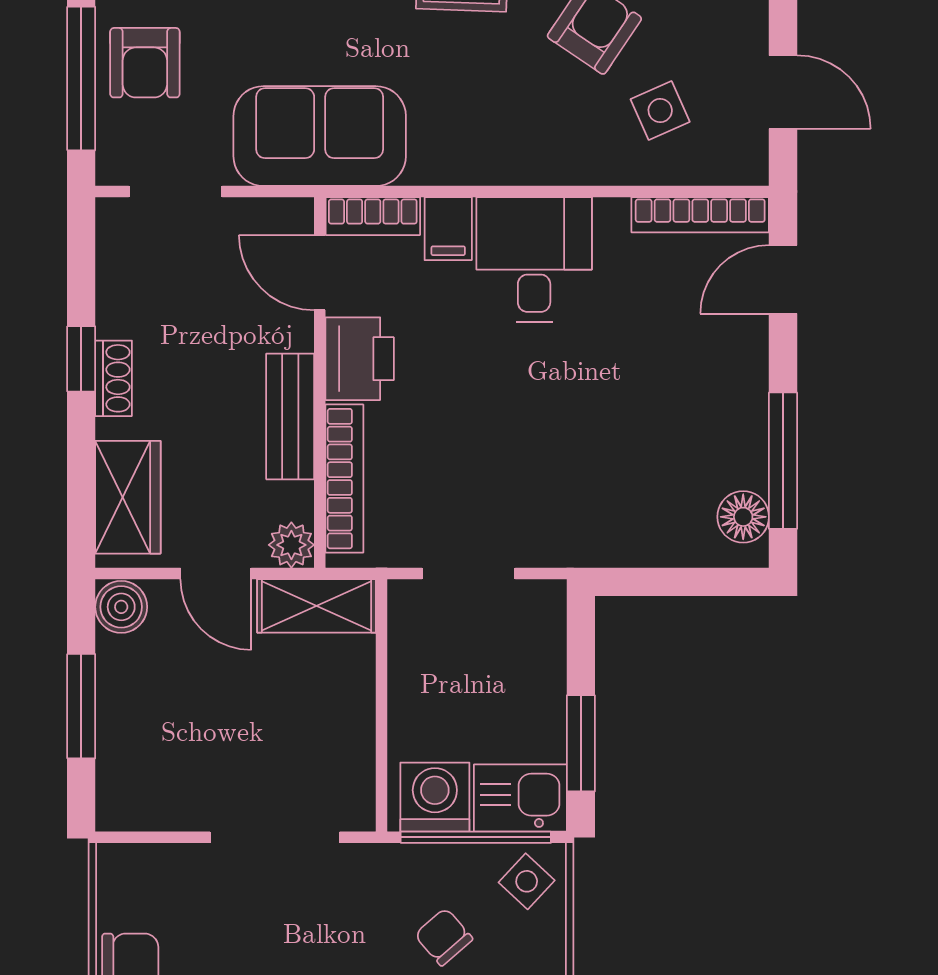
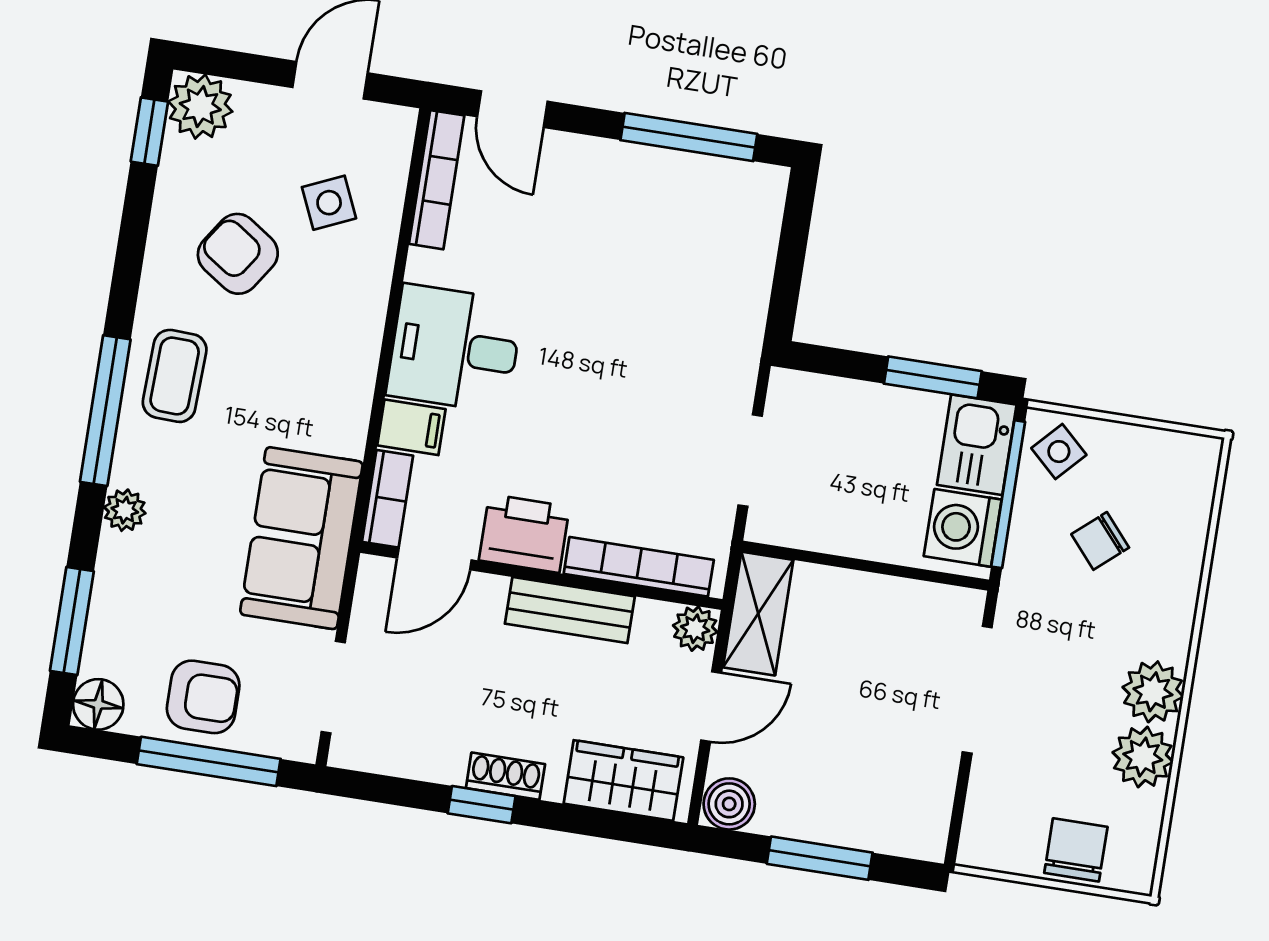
floor lamp: (743, 517) -> (737, 184), removed

